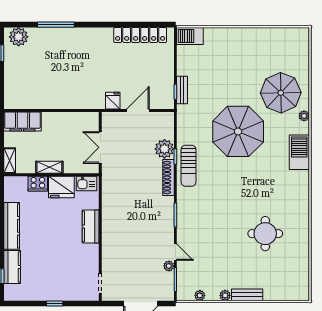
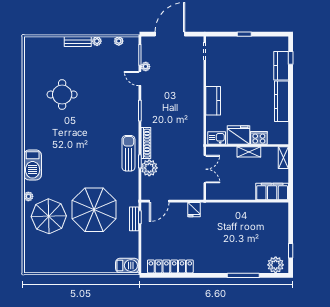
door: (138, 110) -> (159, 201), moved
parasol: (238, 131) -> (94, 210), moved

